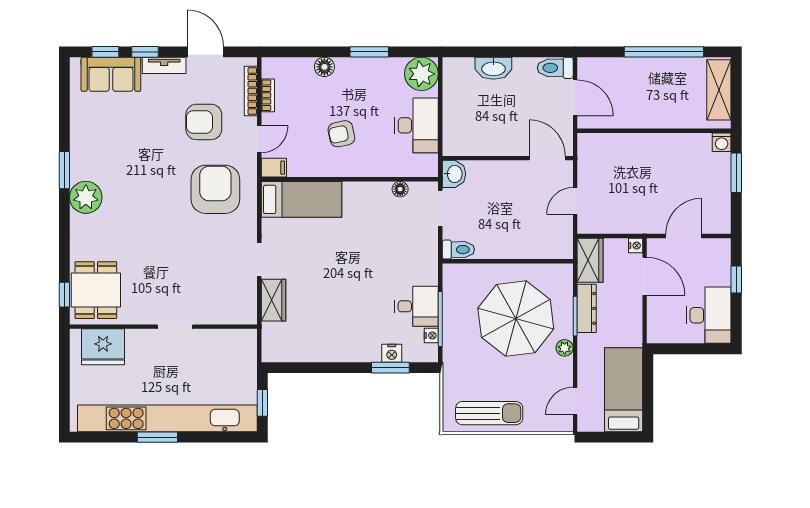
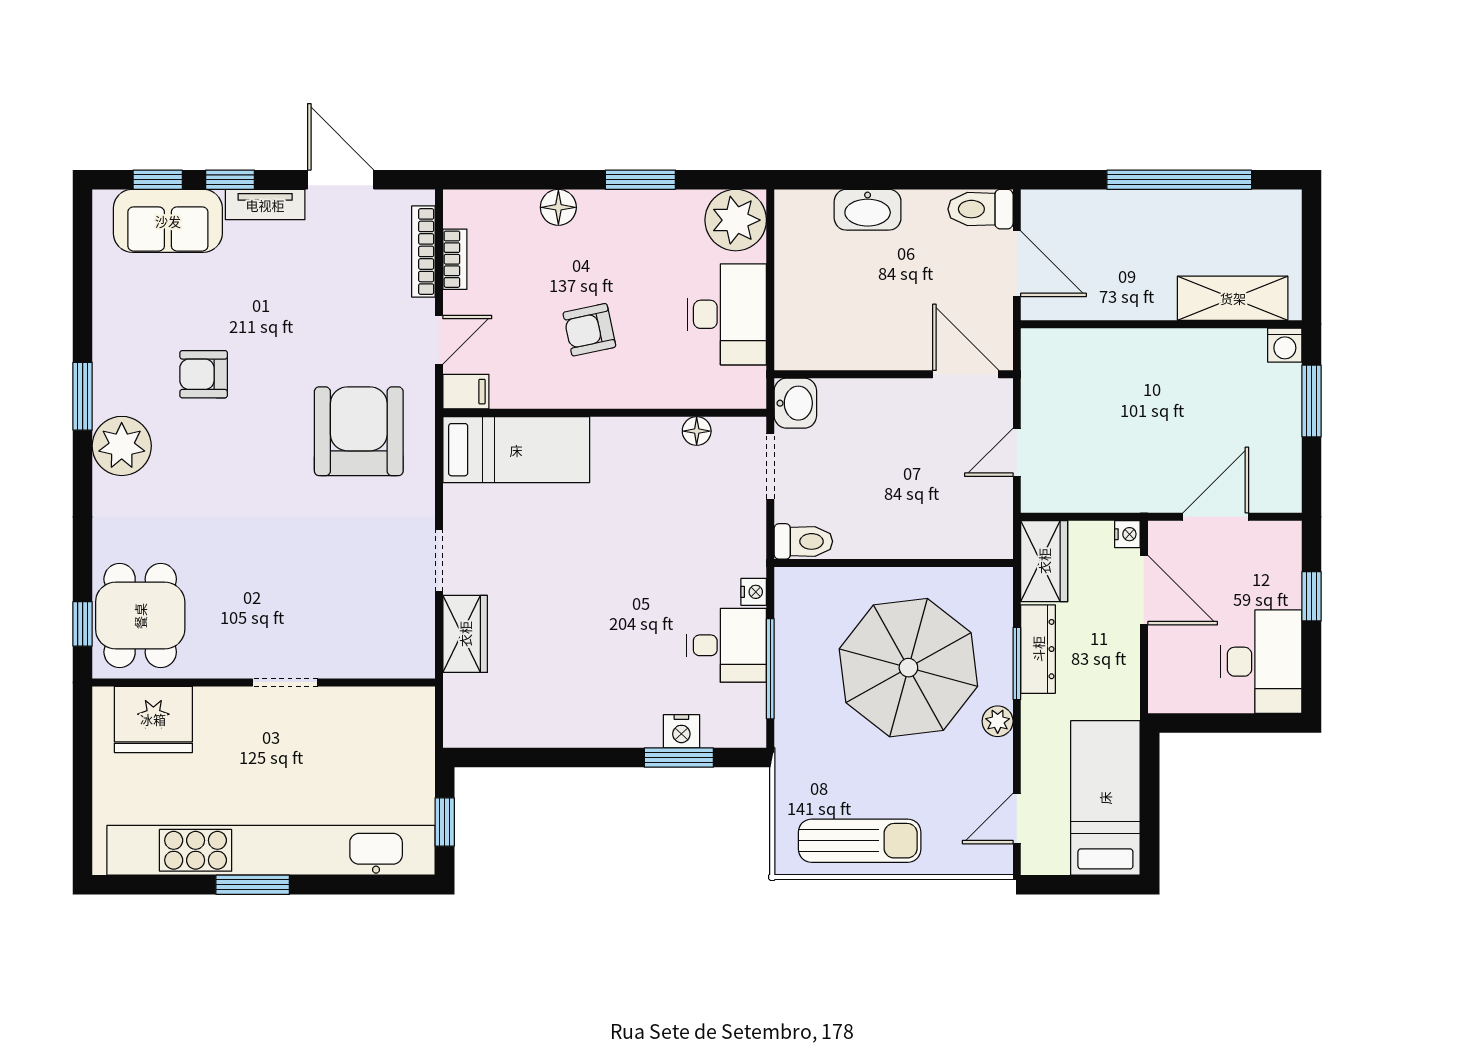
shelving: (719, 90) -> (1233, 298), moved, turned 90
armchair: (204, 122) -> (204, 374), moved, width x0.72, depth x0.72
nightstand: (431, 336) -> (754, 592), moved

